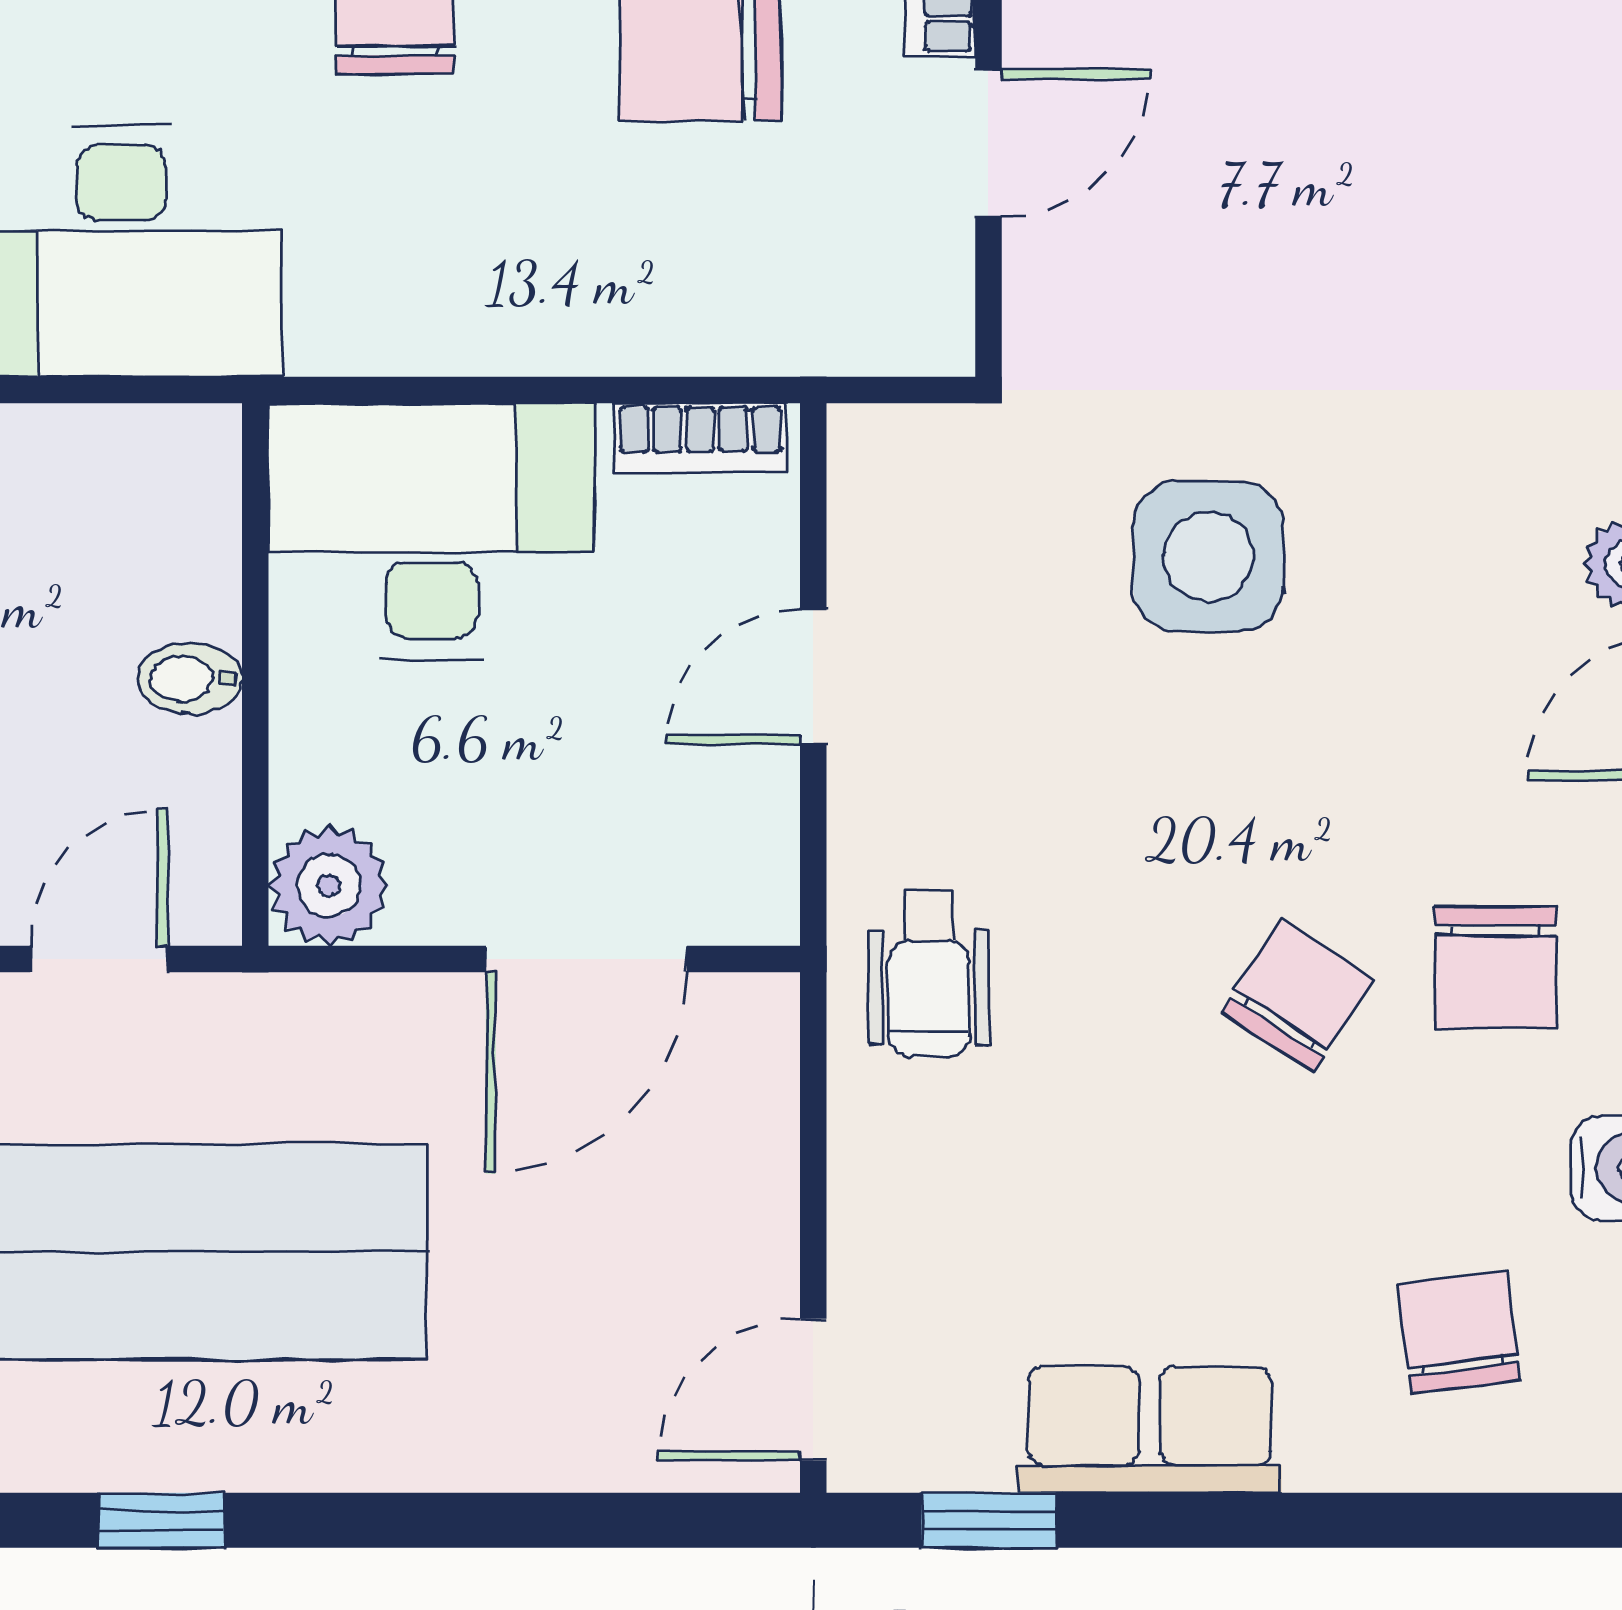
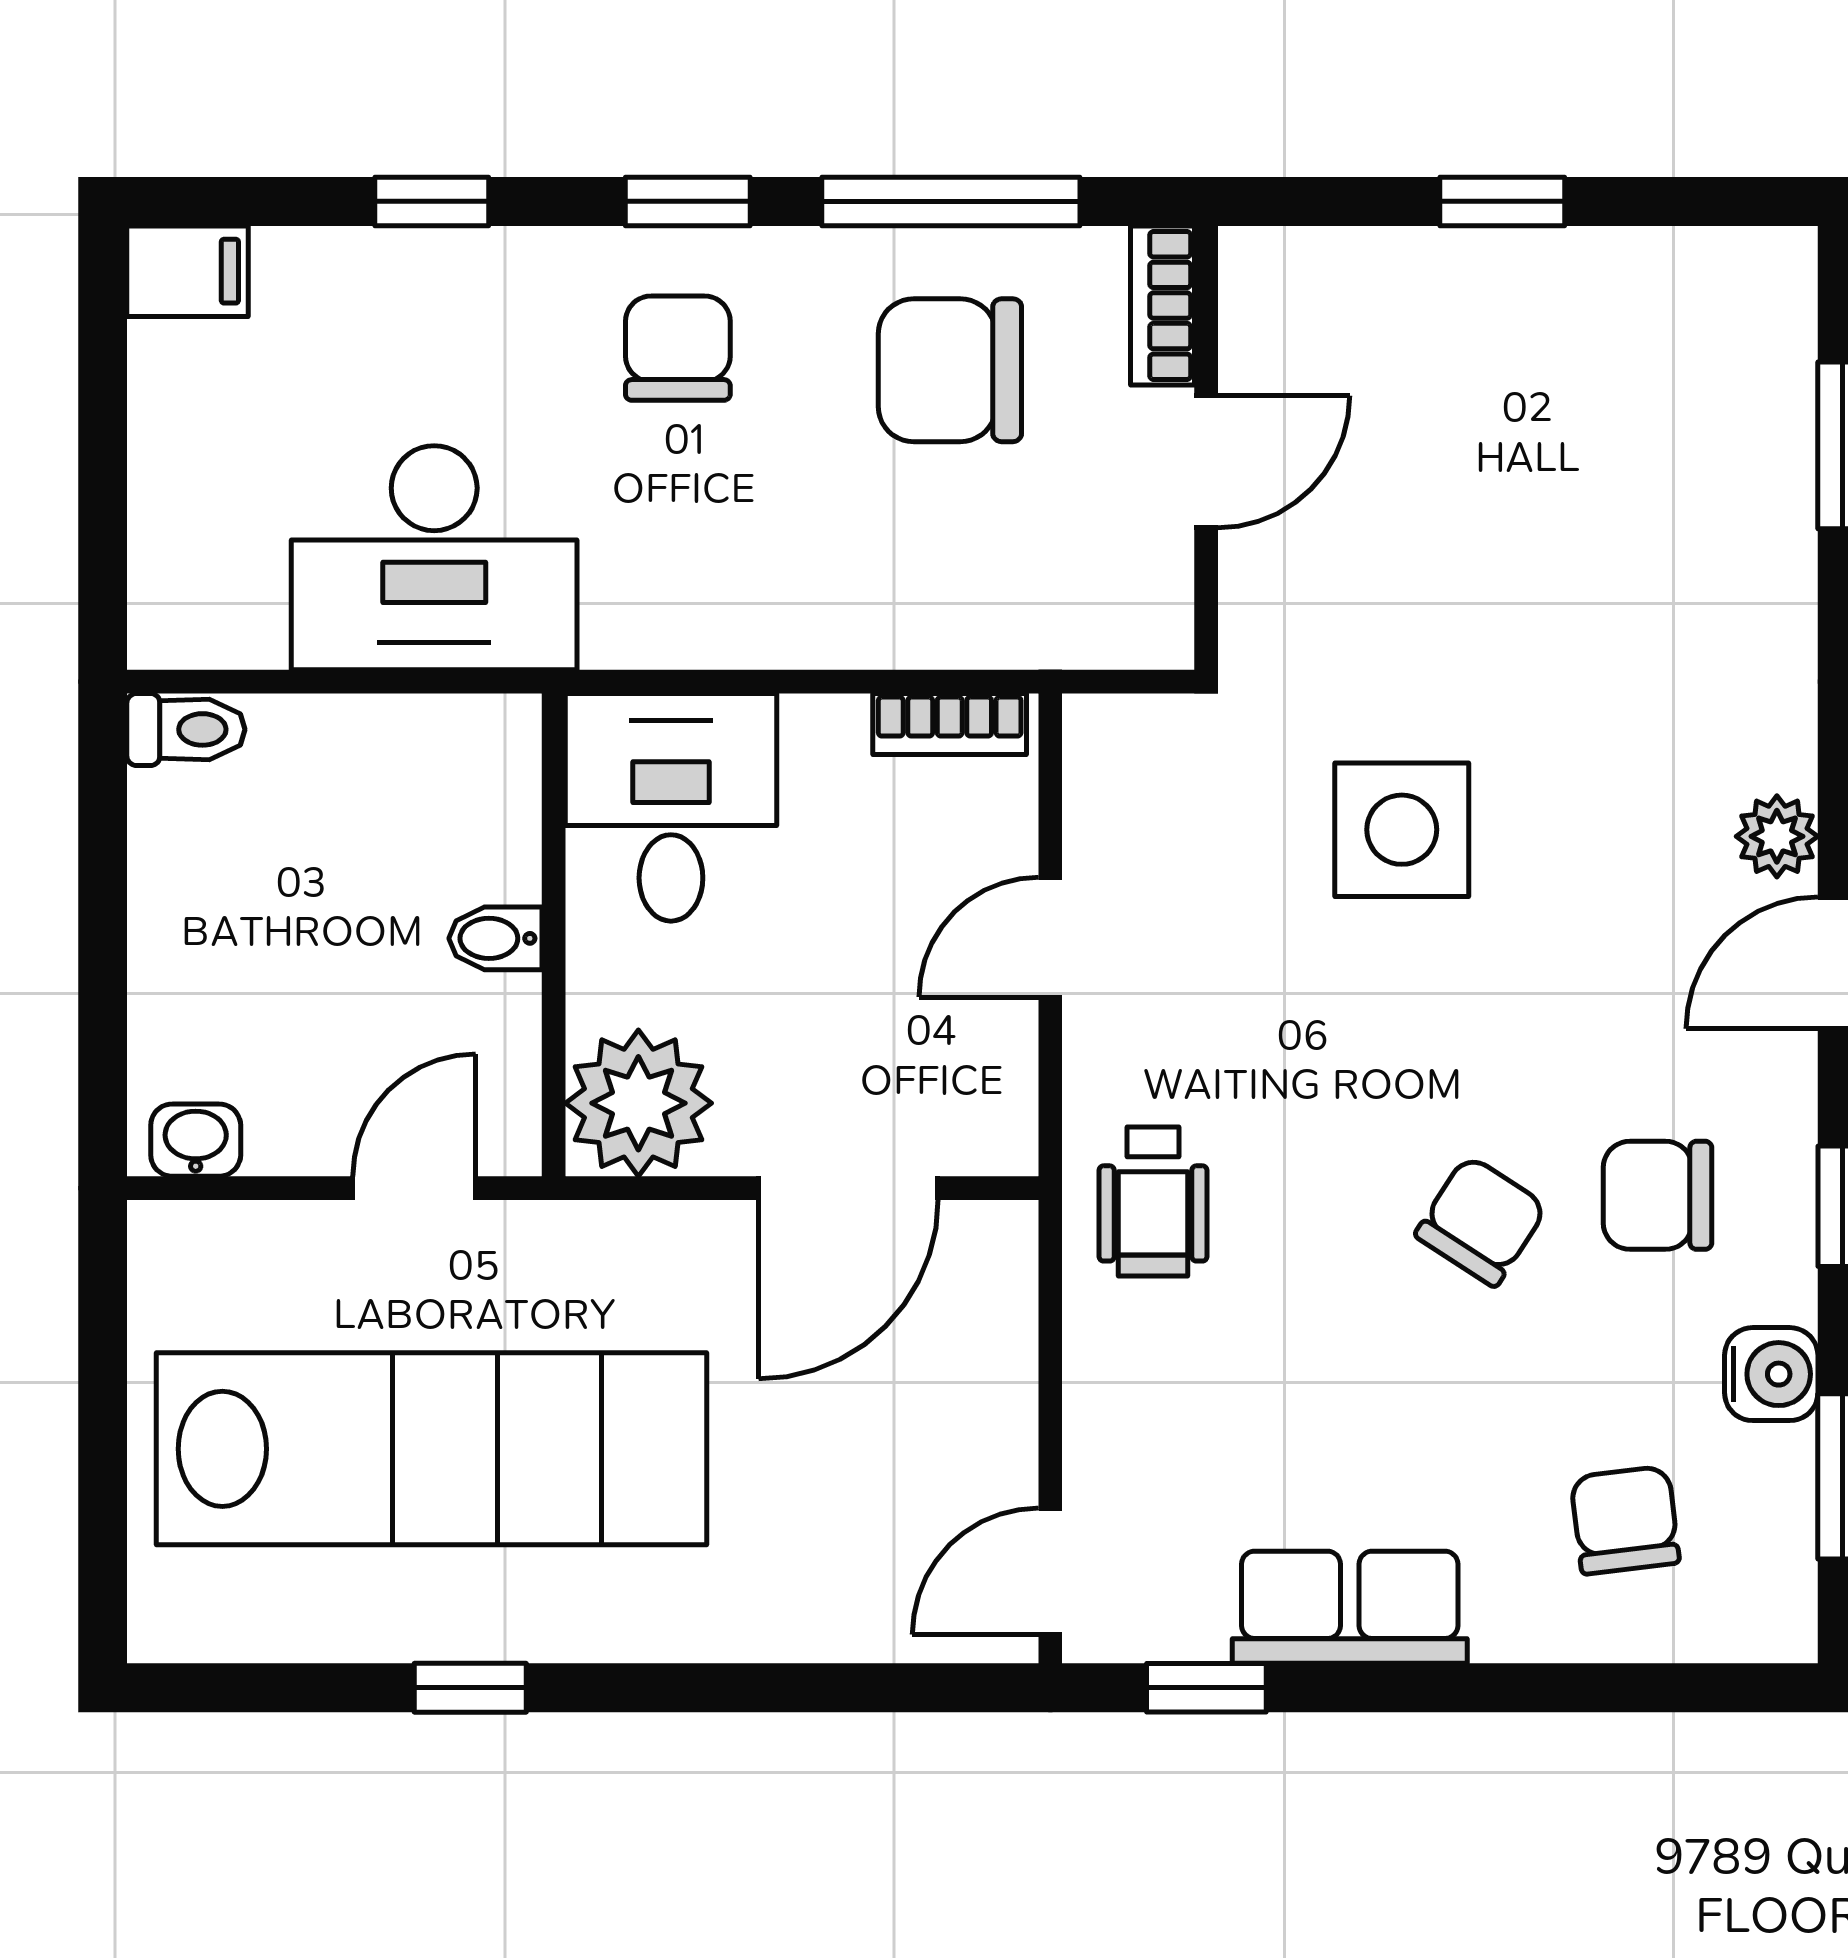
desk: (431, 531) -> (671, 807), width x0.73
plant: (329, 886) -> (638, 1103), width x1.36, depth x1.36
chair: (1495, 967) -> (1657, 1195), turned 90

